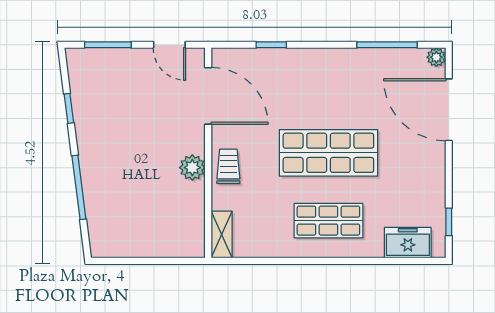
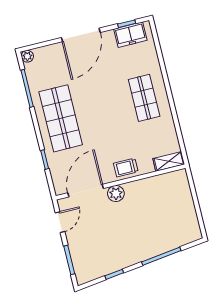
door: (449, 110) -> (81, 35), moved
shop shelf: (328, 153) -> (61, 118), moved
plant: (192, 168) -> (116, 194), moved
freezer: (408, 243) -> (130, 35), moved, turned -90

